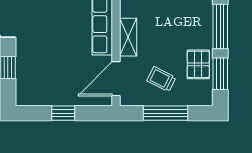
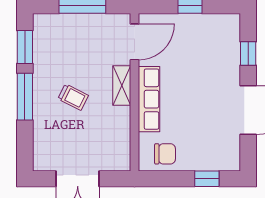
pallet: (198, 64) -> (48, 57), removed
trolley: (161, 79) -> (73, 97), moved

